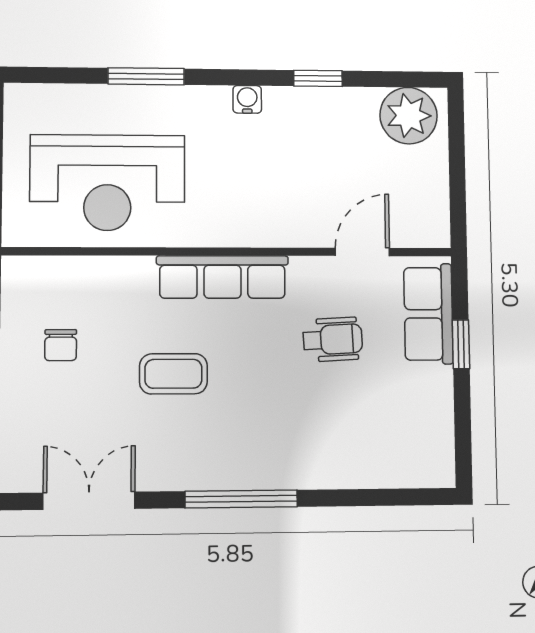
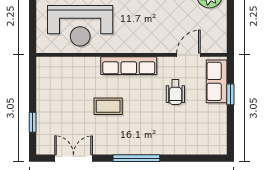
wheelchair: (333, 339) -> (175, 92), turned 93
chair: (61, 345) -> (61, 94), removed

